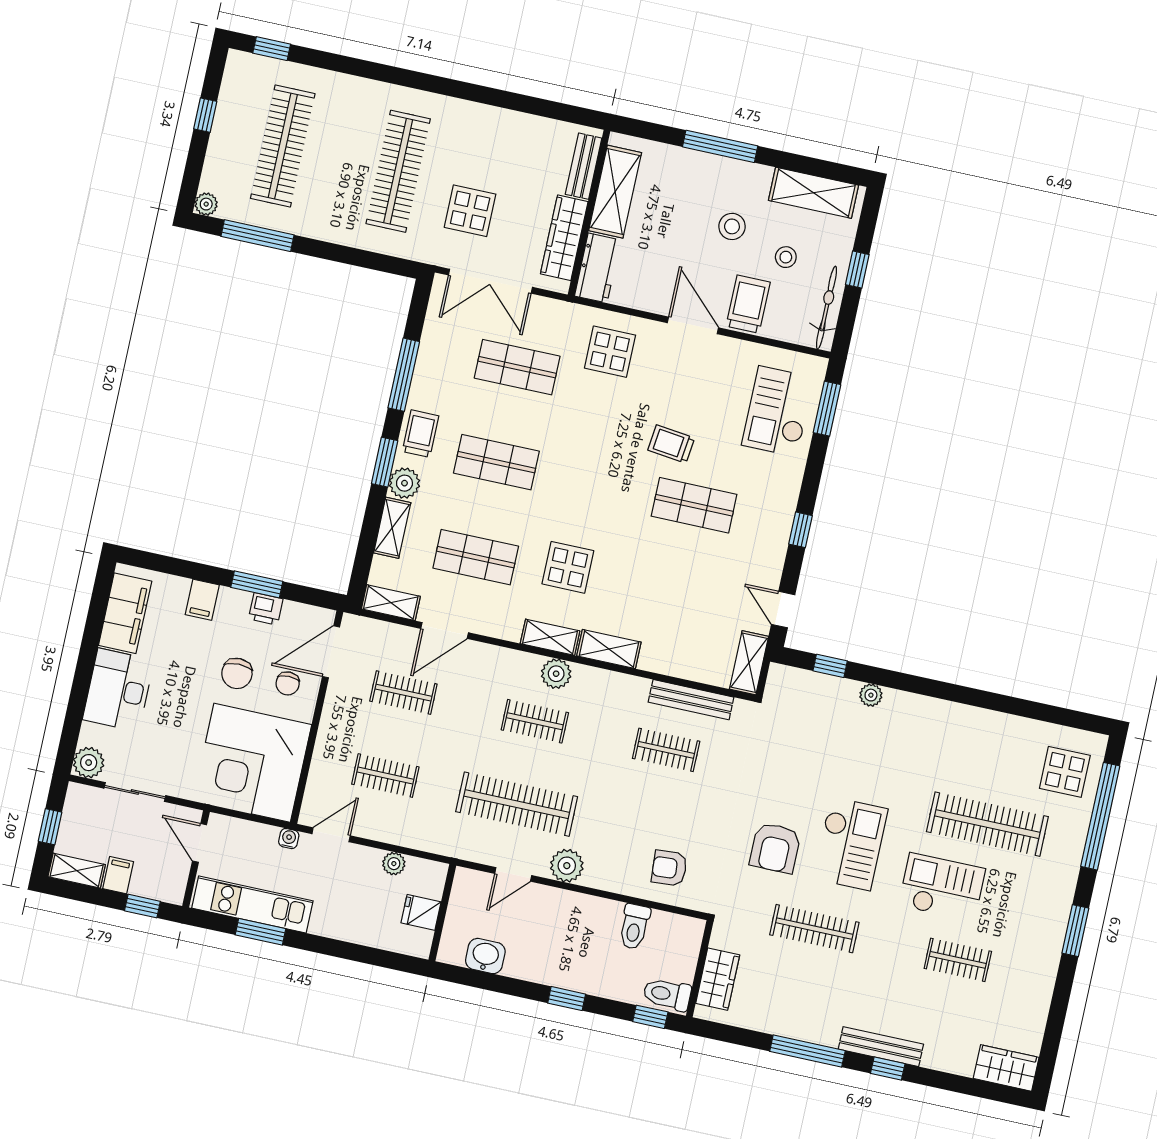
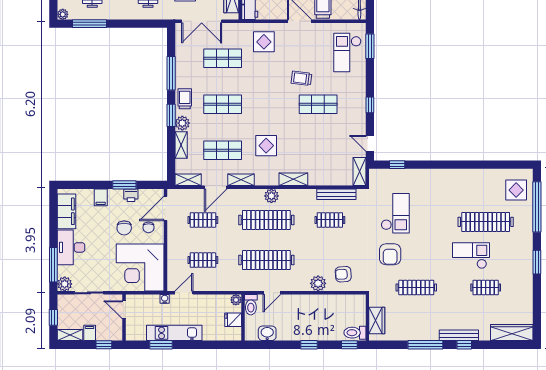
shelving: (550, 637) -> (241, 180), moved
plant: (871, 695) -> (419, 174), removed
window: (74, 718) -> (53, 265), added
clothes rail: (535, 721) -> (266, 220), width x1.86, depth x1.31
checkout: (850, 844) -> (395, 213), moved
plant: (394, 864) -> (236, 300), moved
plant: (567, 866) -> (318, 283), moved
kitchen unit: (252, 904) -> (174, 333), moved
toilet: (634, 927) -> (251, 305), moved
wardrobe: (1006, 1068) -> (512, 333), width x1.50

